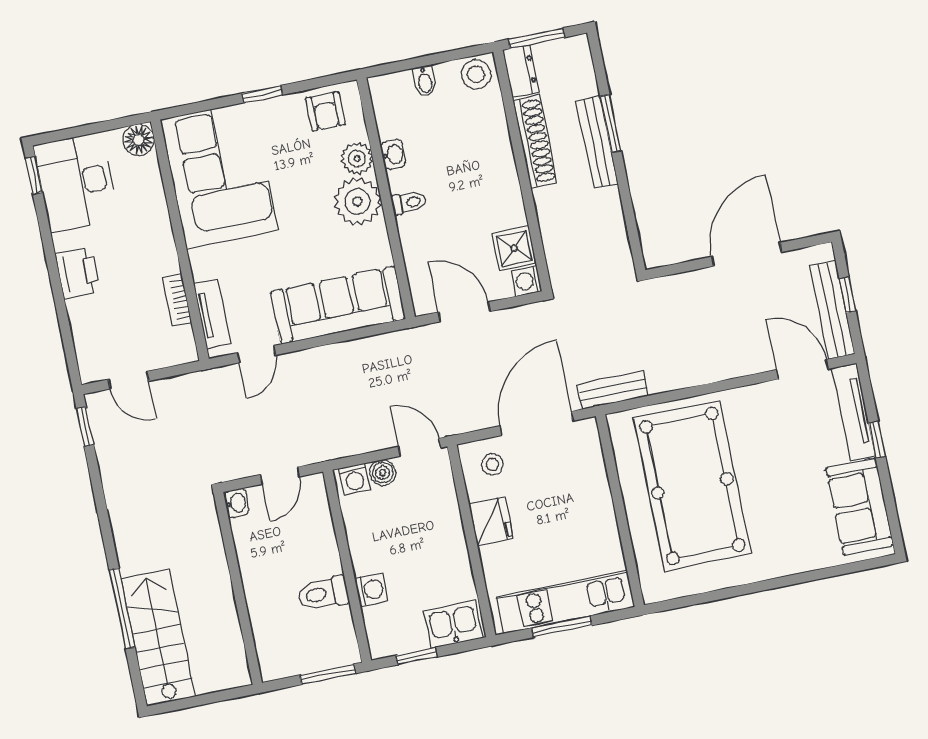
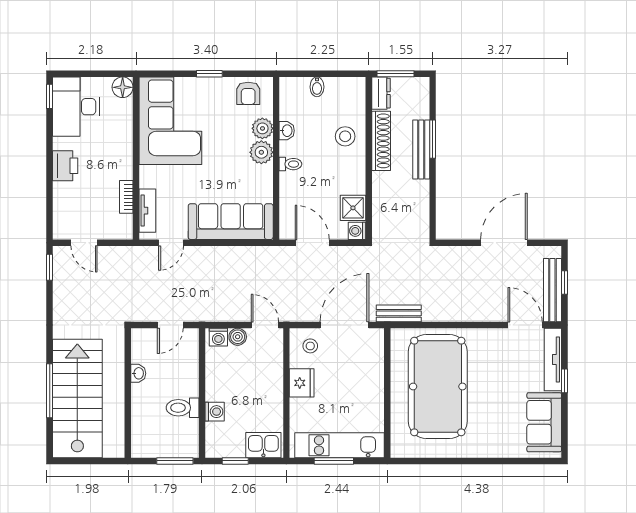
stool: (476, 74) -> (345, 136), moved
plant: (357, 201) -> (261, 152), width x0.73, depth x0.73
washbasin: (237, 503) -> (138, 373), moved
stairs: (158, 637) -> (77, 399), width x1.36, depth x1.51

